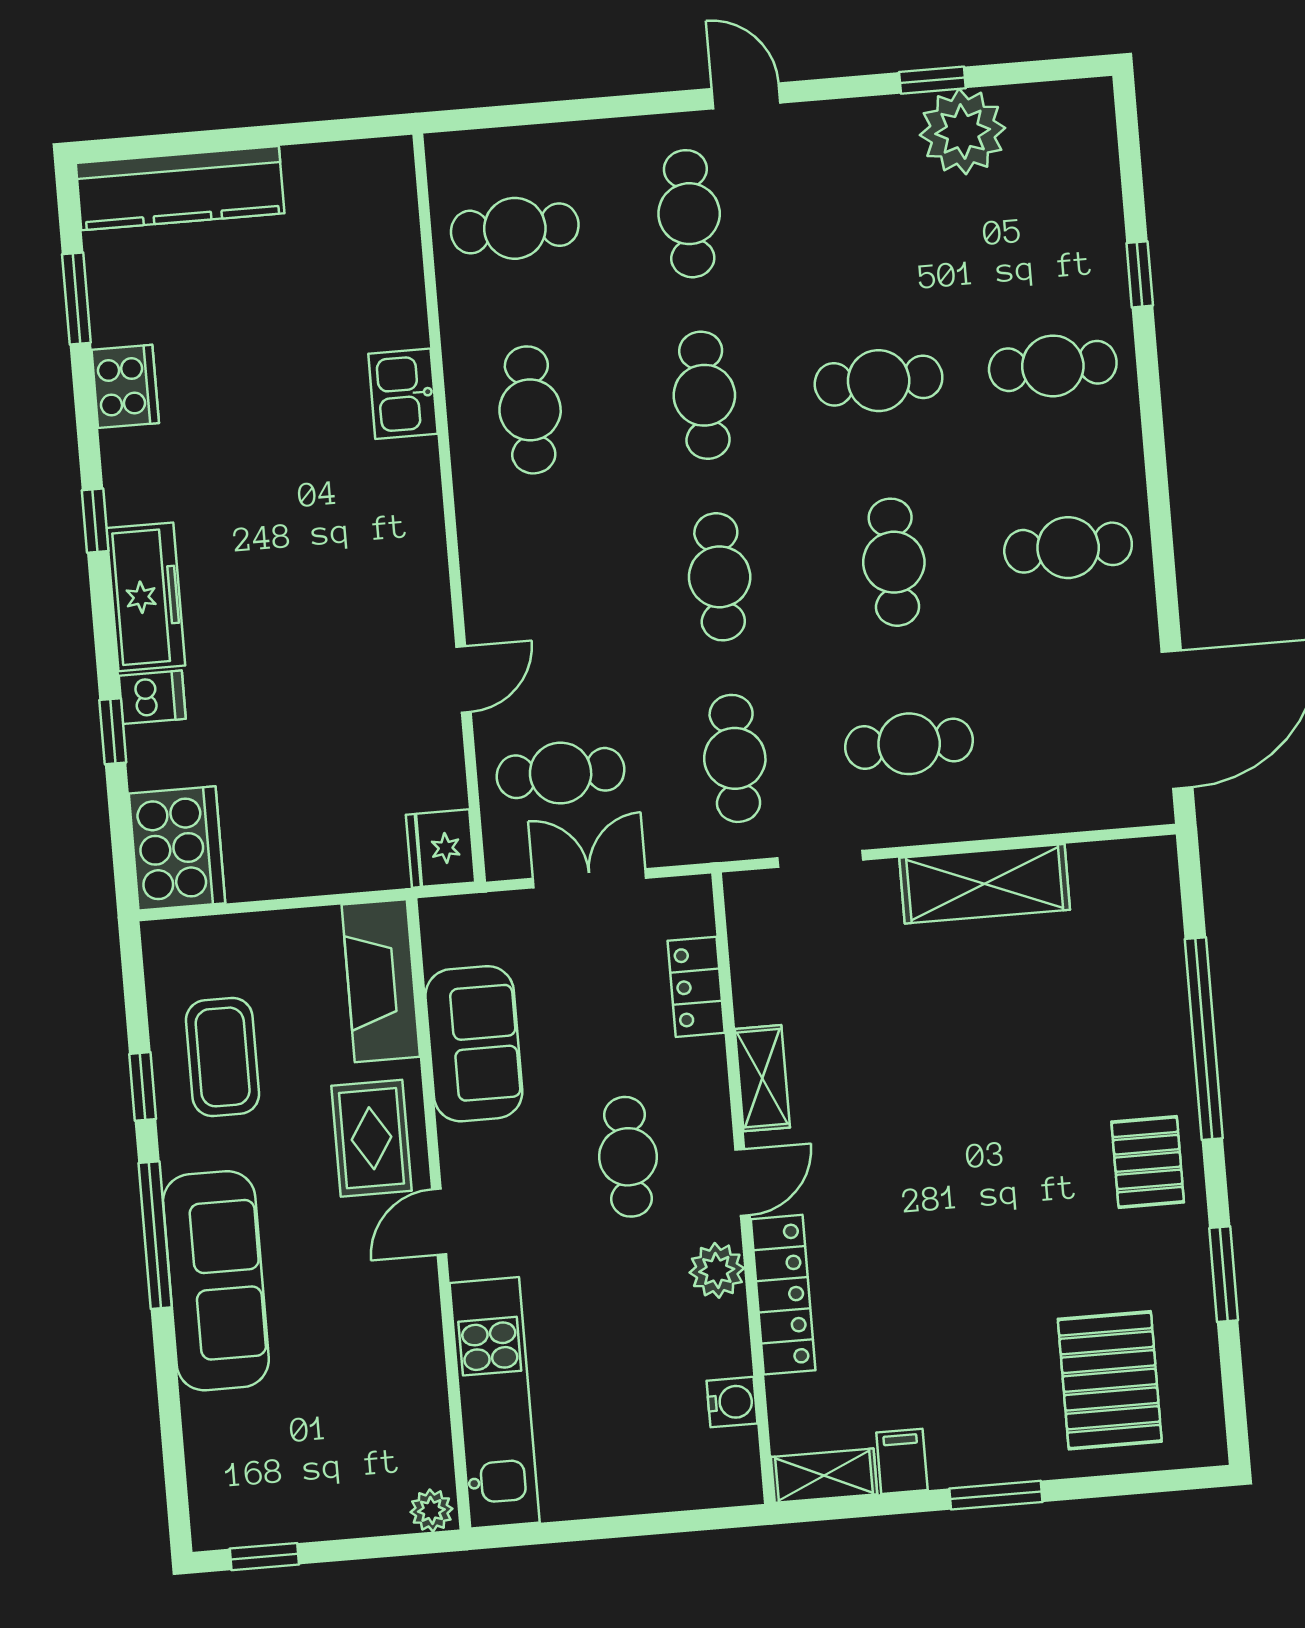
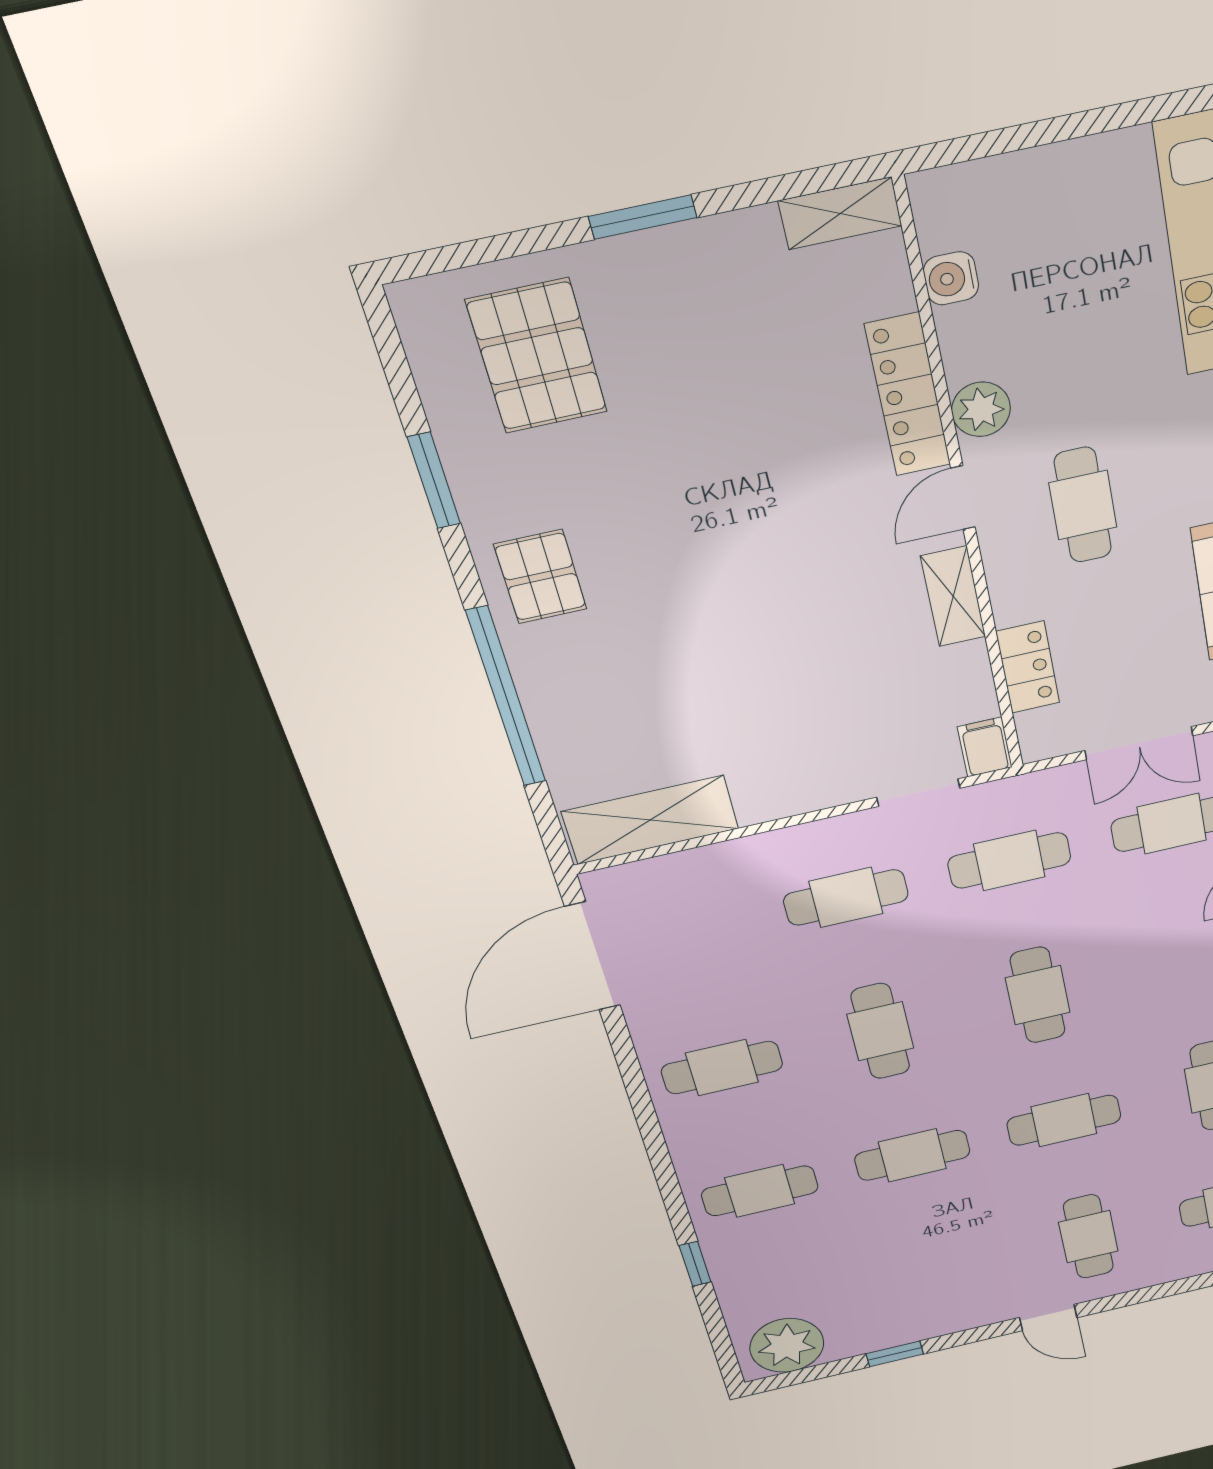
plant: (963, 132) -> (787, 1345), moved
cafe table: (704, 395) -> (1064, 1120), turned 90
cafe table: (735, 758) -> (1009, 860), turned 90
shelving: (985, 884) -> (650, 820), moved
filing cabinet: (902, 1461) -> (985, 747), moved, turned 180

